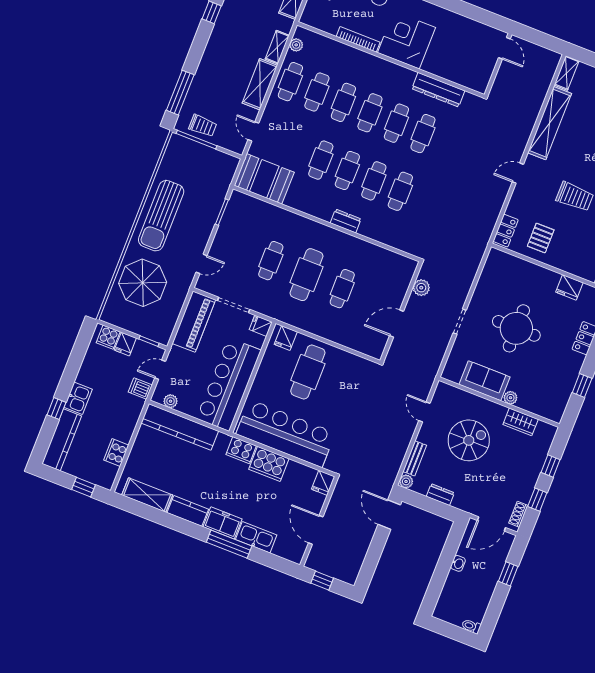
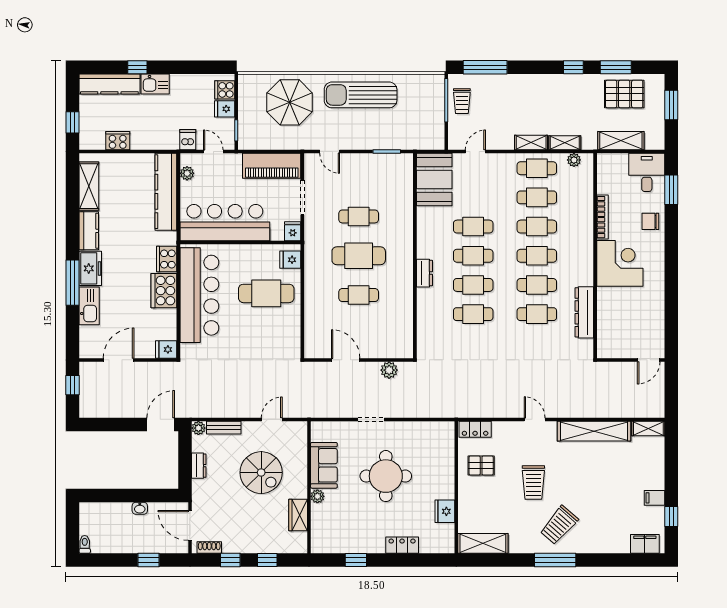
shelving: (260, 84) -> (531, 143), width x0.67, depth x0.75

